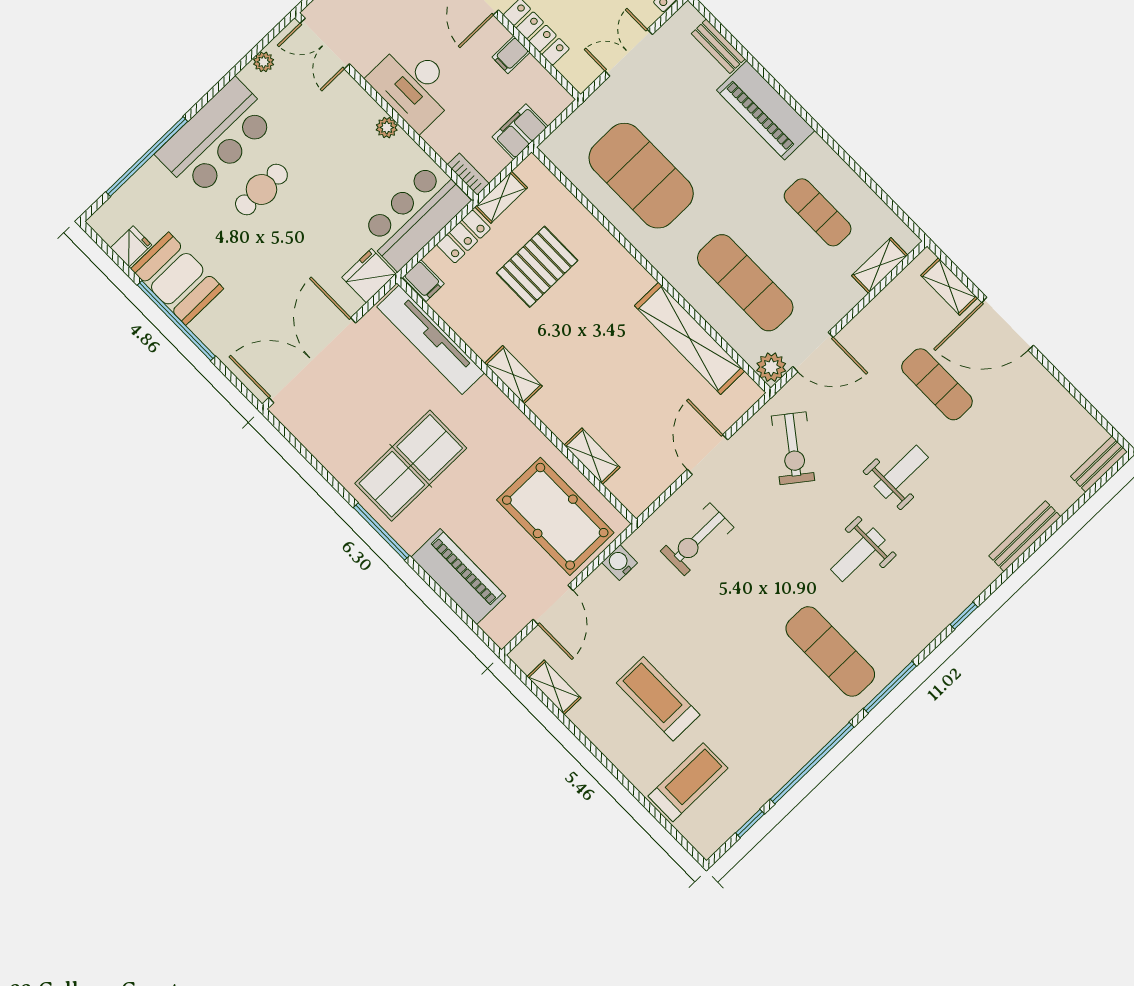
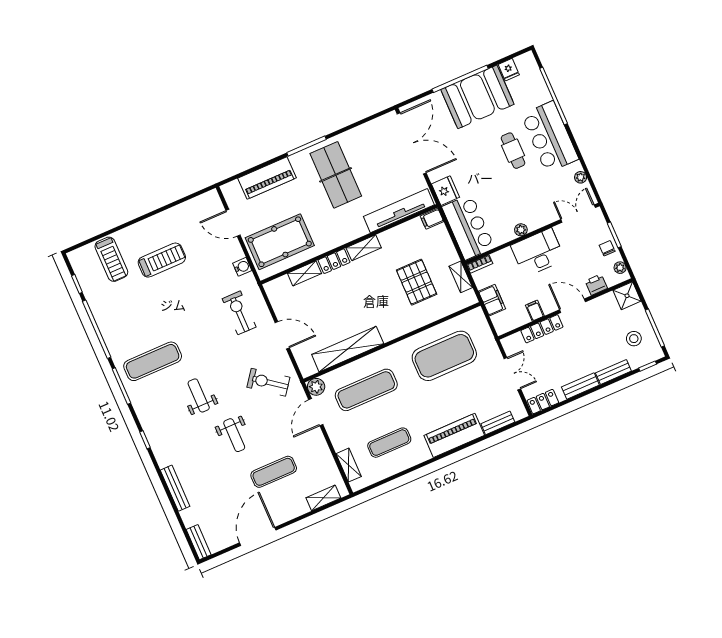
locker: (463, 236) -> (334, 261), moved, turned -90
booth: (177, 279) -> (477, 97), width x1.36, depth x1.42
door: (1008, 324) -> (258, 536), moved
shelving: (554, 687) -> (189, 207), removed

